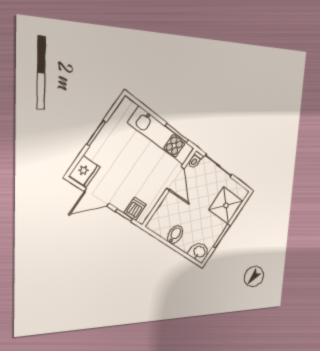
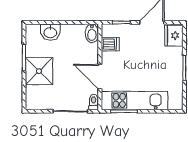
shower: (226, 205) -> (39, 71), moved
dishwasher: (135, 209) -> (110, 44), moved, turned -90
bidet: (175, 235) -> (92, 33), moved
washbasin: (199, 252) -> (50, 32), moved

